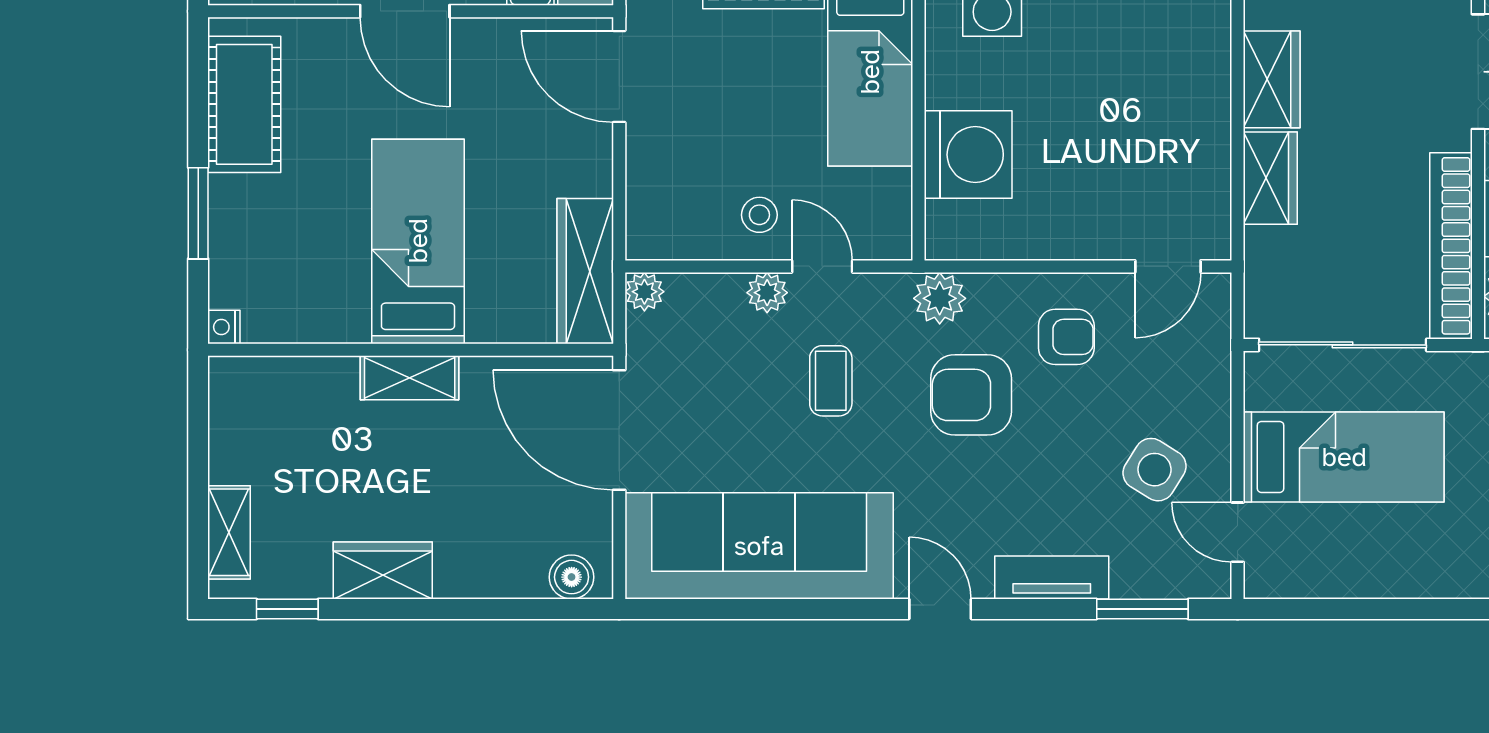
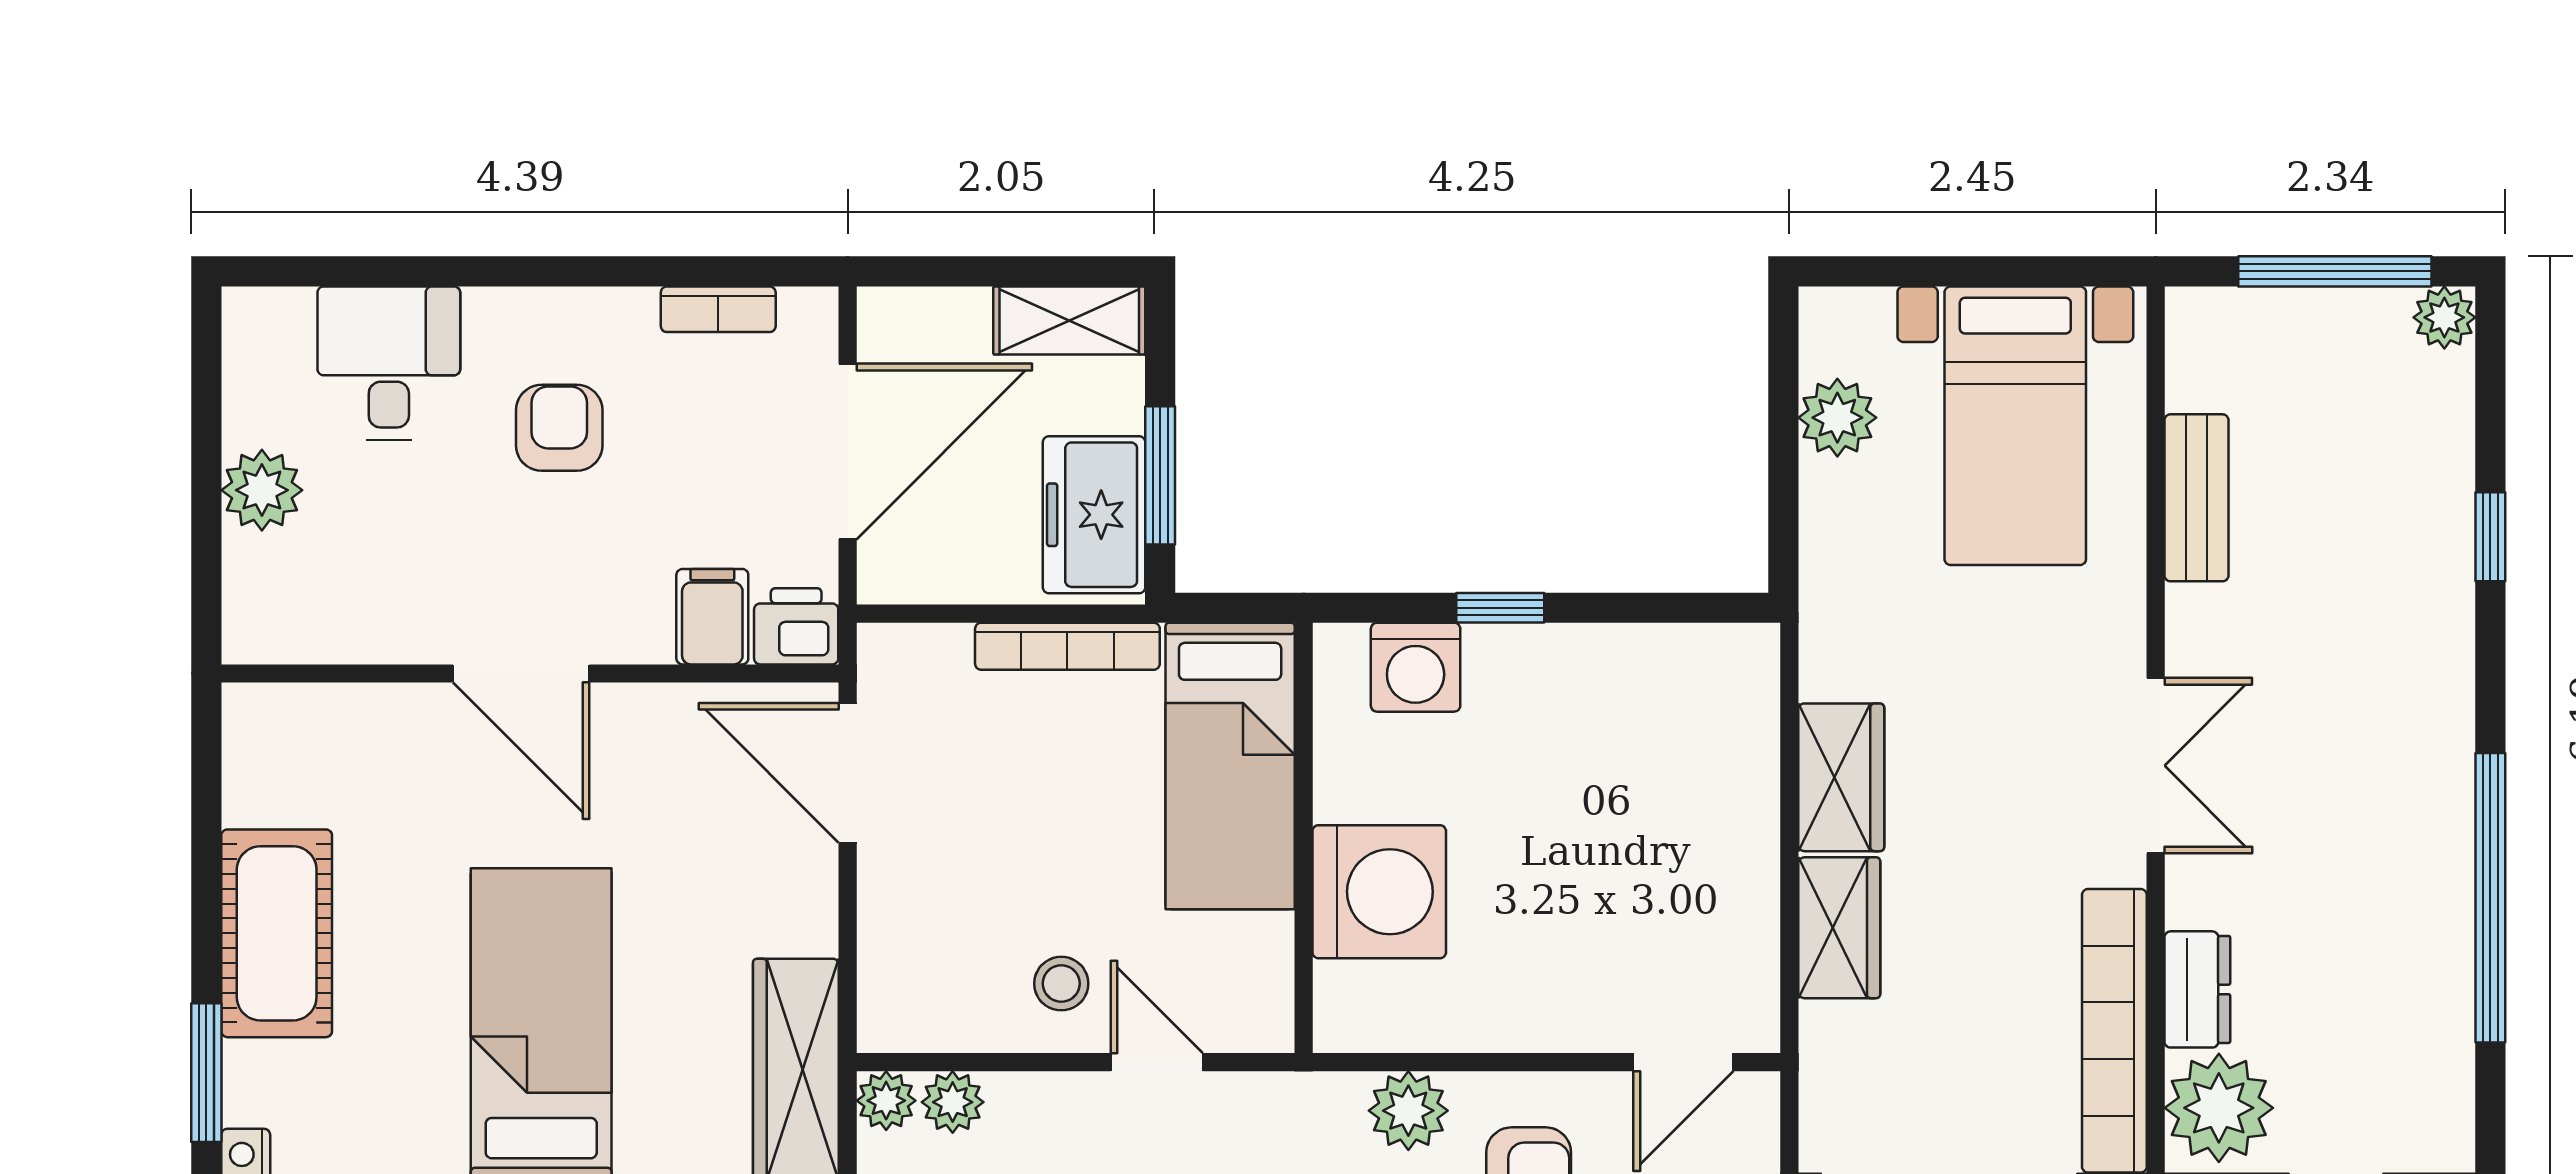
cot: (244, 104) -> (277, 933), moved
window: (198, 213) -> (206, 1073), moved
plant: (767, 293) -> (953, 1102), moved
plant: (940, 298) -> (1408, 1111), moved

